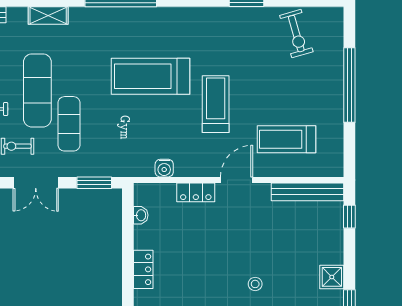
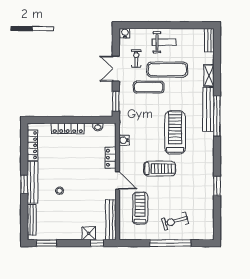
bench: (109, 17) -> (208, 109), added
exercise bike: (296, 34) -> (175, 221), moved
locker: (143, 269) -> (68, 128), width x1.53
shower: (332, 277) -> (89, 233), moved

